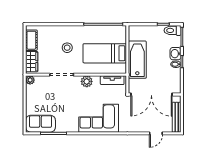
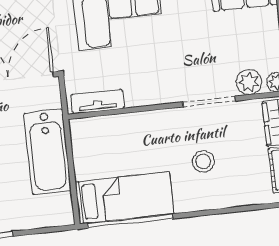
bed: (105, 53) -> (124, 198), moved
plant: (87, 81) -> (249, 82), moved

